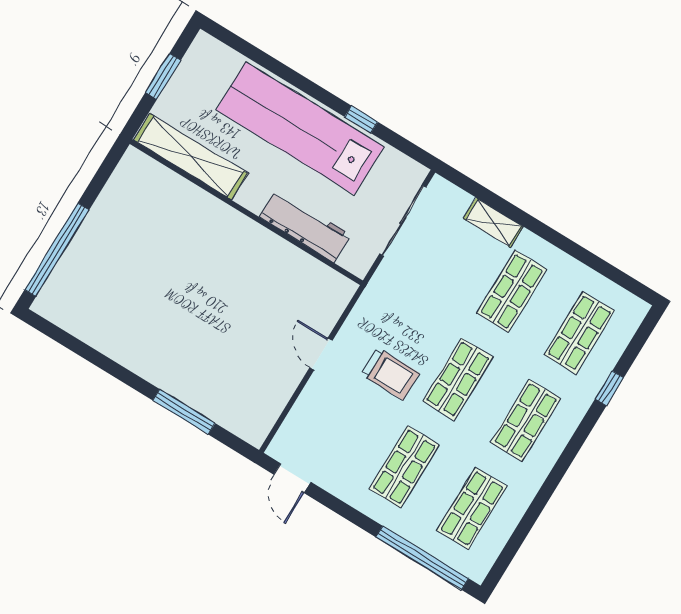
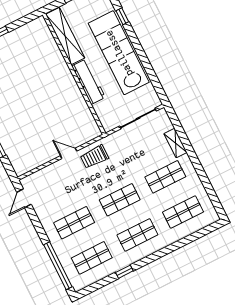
window: (361, 119) -> (122, 16), moved
workbench: (305, 226) -> (89, 82), moved
door: (321, 354) -> (69, 153), hinge flipped
trolley: (390, 374) -> (94, 157), moved, turned 90
window: (609, 388) -> (124, 272), moved

